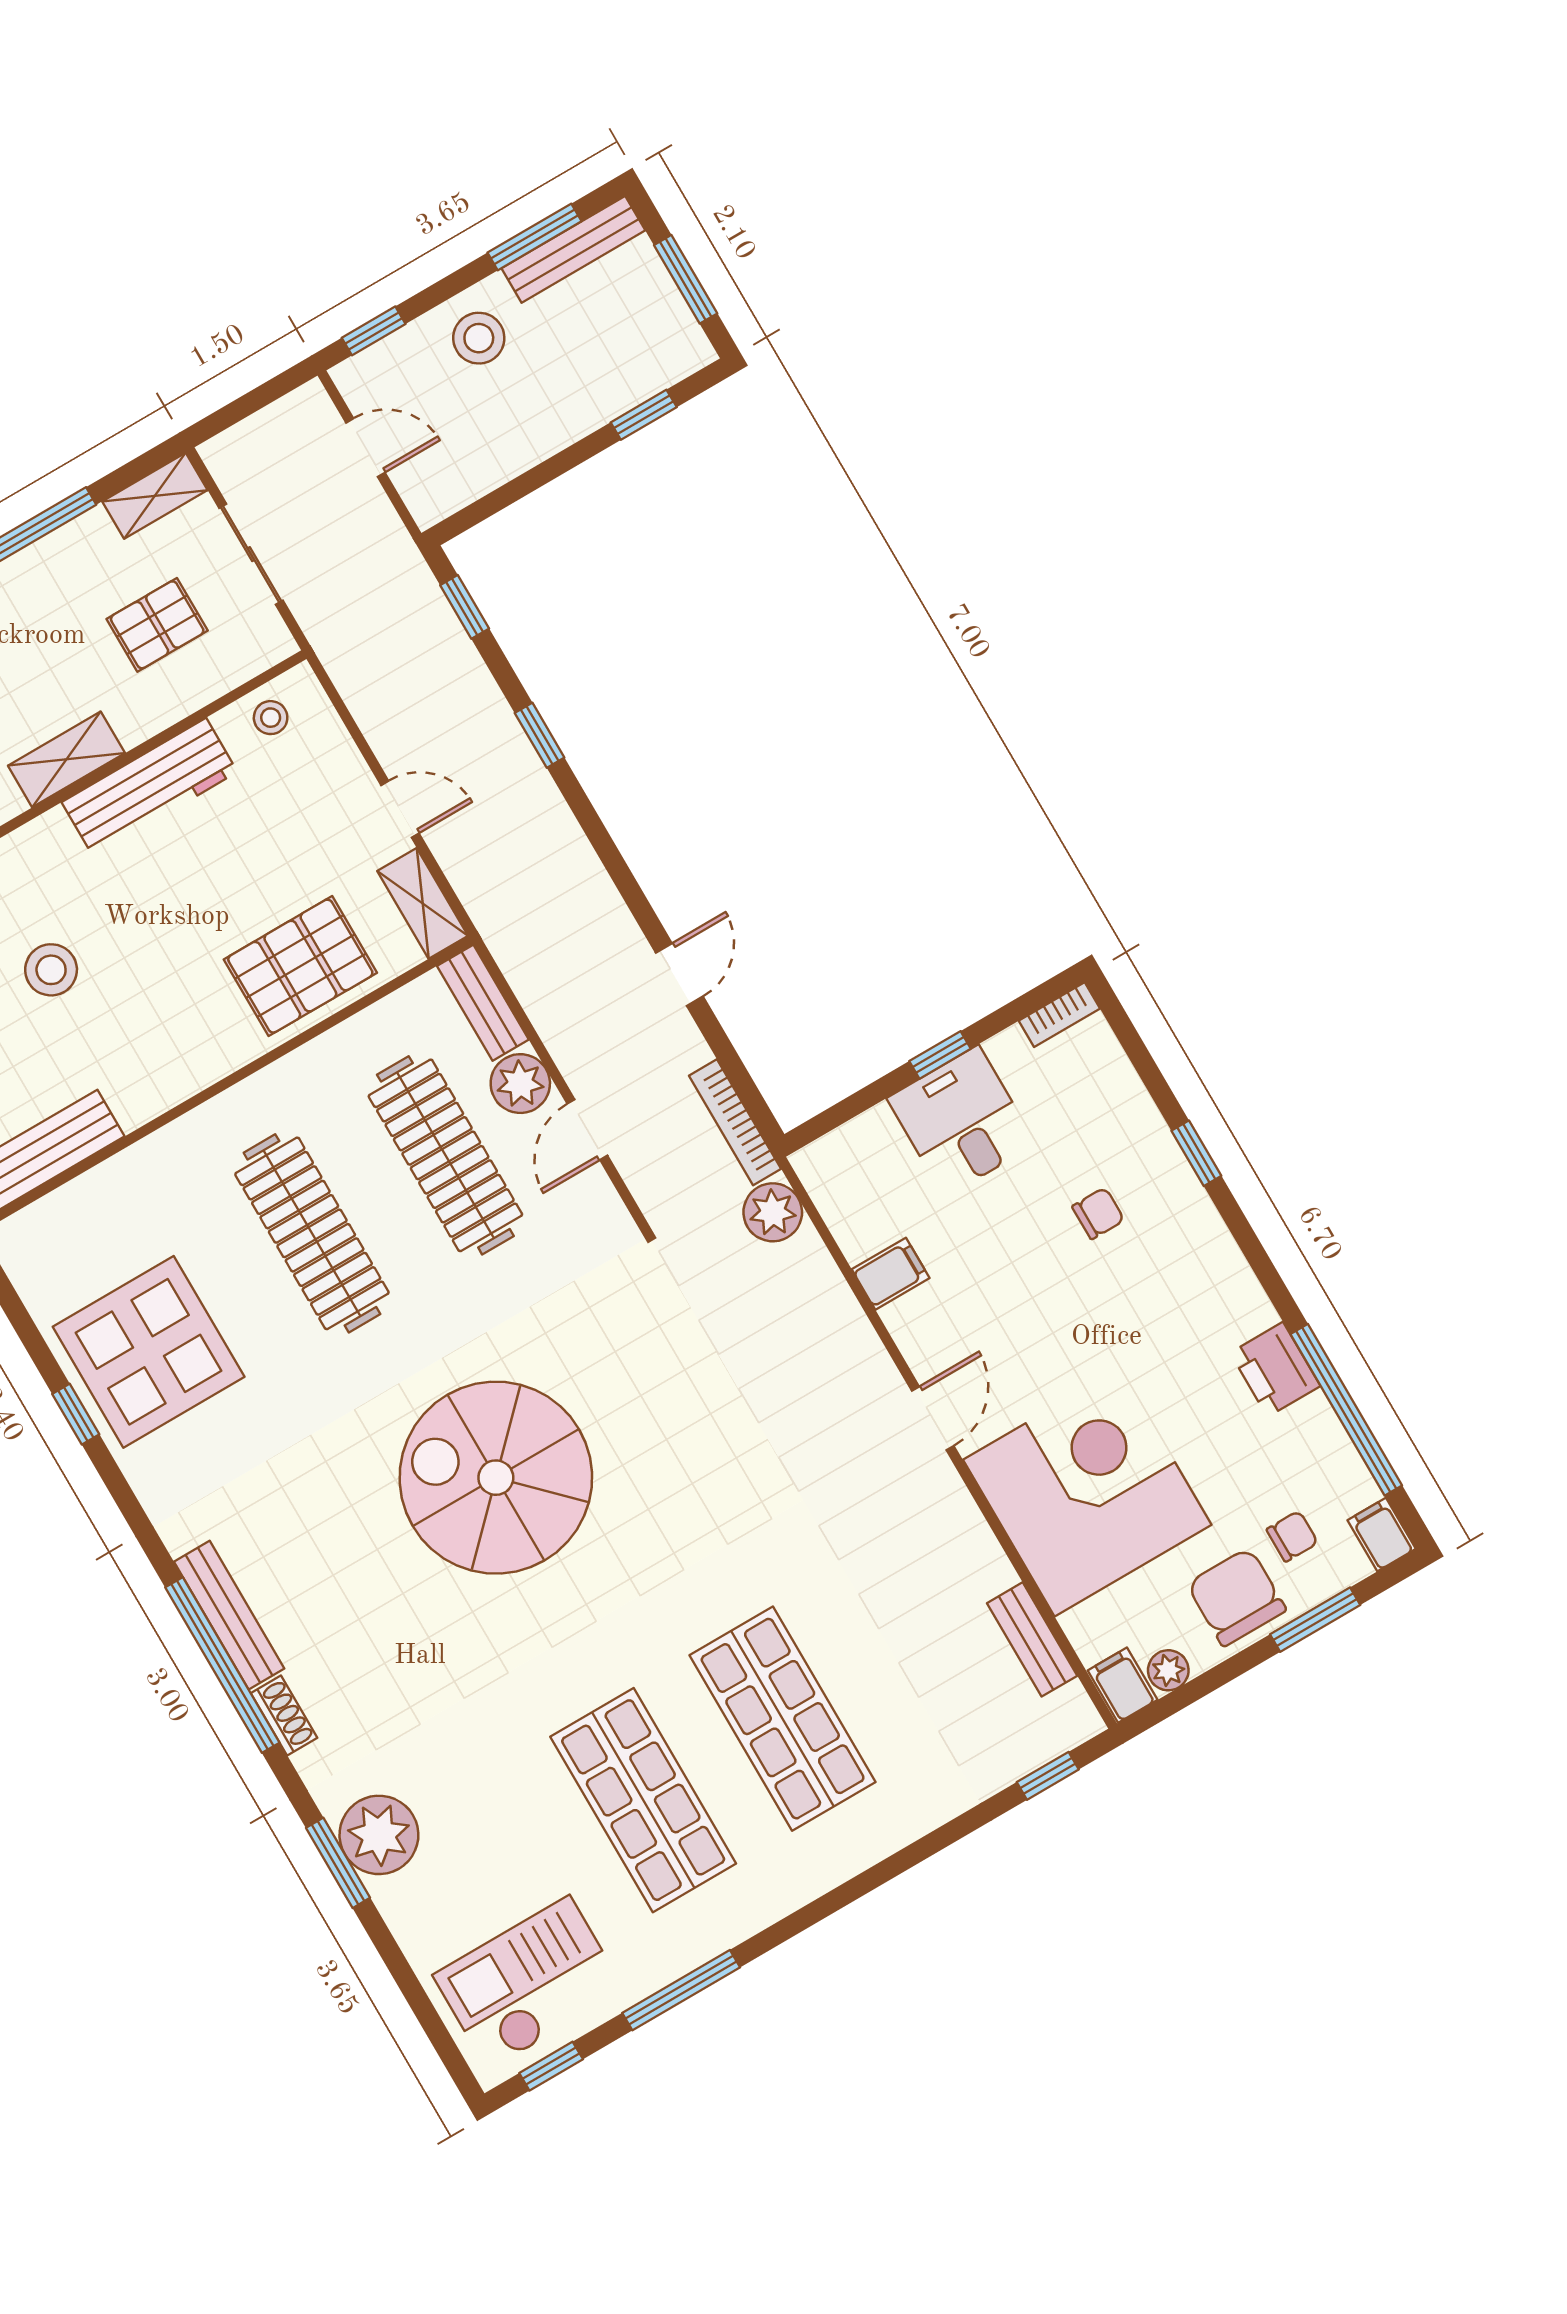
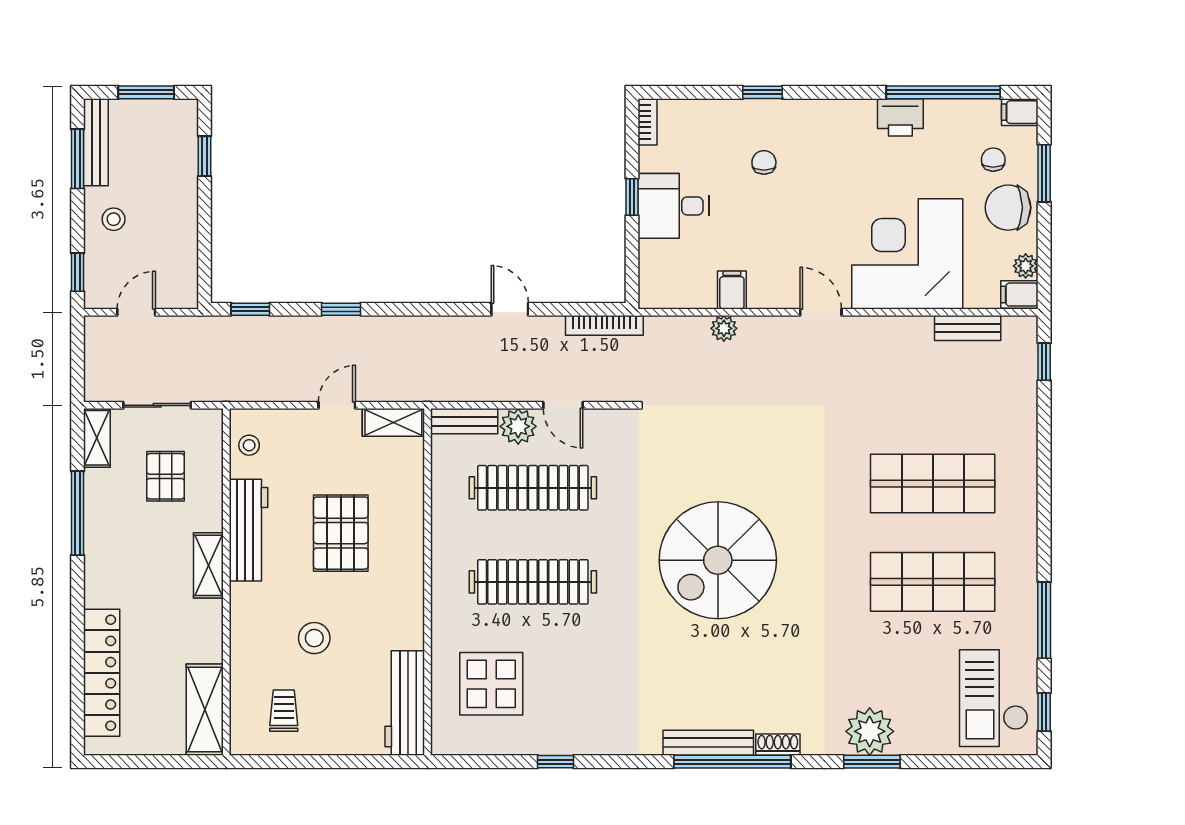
stool: (479, 338) -> (114, 219), width x0.73, depth x0.73
pallet: (300, 966) -> (341, 533), moved
plant: (773, 1212) -> (724, 328), moved, width x0.73, depth x0.73
display table: (149, 1352) -> (491, 684), moved, width x0.73, depth x0.73

